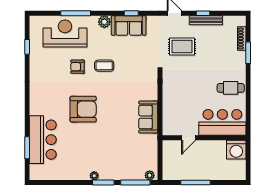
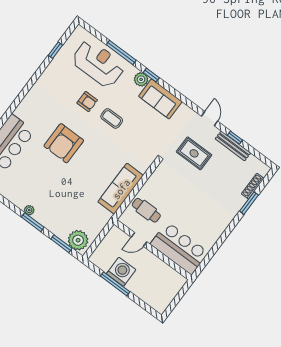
window: (131, 13) -> (151, 75), moved
armchair: (78, 67) -> (87, 102), turned 180
cafe table: (231, 88) -> (146, 210), moved
armchair: (83, 109) -> (64, 143), turned 90
sofa: (148, 117) -> (121, 189), width x1.36
washing machine: (236, 150) -> (121, 272), moved, turned 180
plant: (150, 175) -> (78, 240), width x1.88, depth x1.88
window: (135, 182) -> (61, 244), width x0.69

